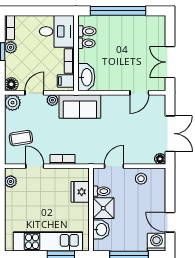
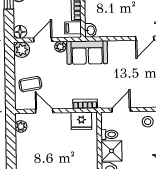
washbasin: (86, 77) -> (90, 30), width x0.52, depth x0.69
bookcase: (63, 159) -> (85, 104), moved
fridge: (80, 192) -> (81, 121), moved, turned -90

